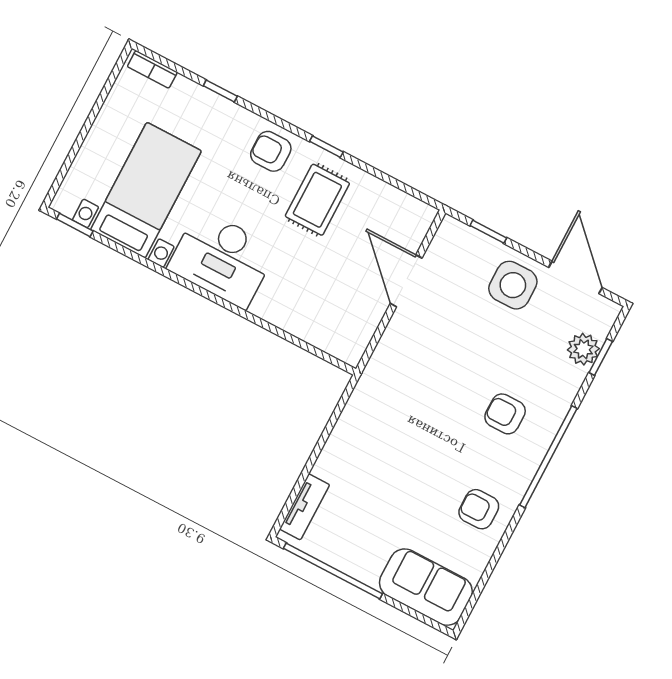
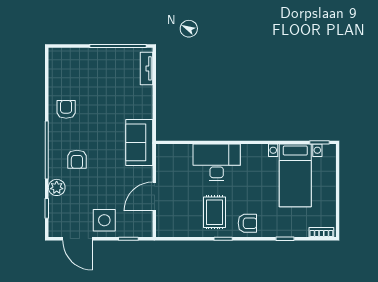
desk: (222, 259) -> (217, 162), moved
door: (406, 281) -> (154, 196), swing flipped
plant: (583, 349) -> (57, 187), moved
armchair: (505, 414) -> (77, 159), turned 90
armchair: (479, 509) -> (66, 109), turned -90
sofa: (426, 587) -> (139, 142), moved, turned 90

